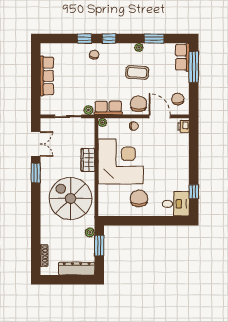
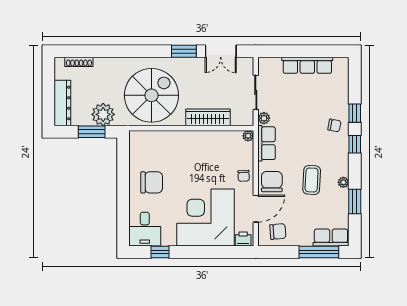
chair: (138, 104) -> (272, 182), turned -90
wardrobe: (88, 160) -> (208, 117), width x1.50
corner desk: (121, 162) -> (205, 217), moved, turned 180
plant: (90, 232) -> (103, 114), width x1.88, depth x1.88

